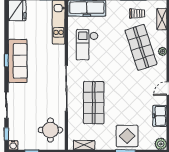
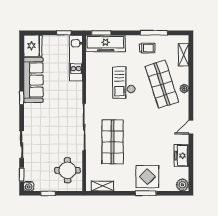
trolley: (137, 14) -> (147, 48), moved
checkout: (87, 45) -> (124, 83), moved
sofa: (18, 61) -> (33, 80), moved

